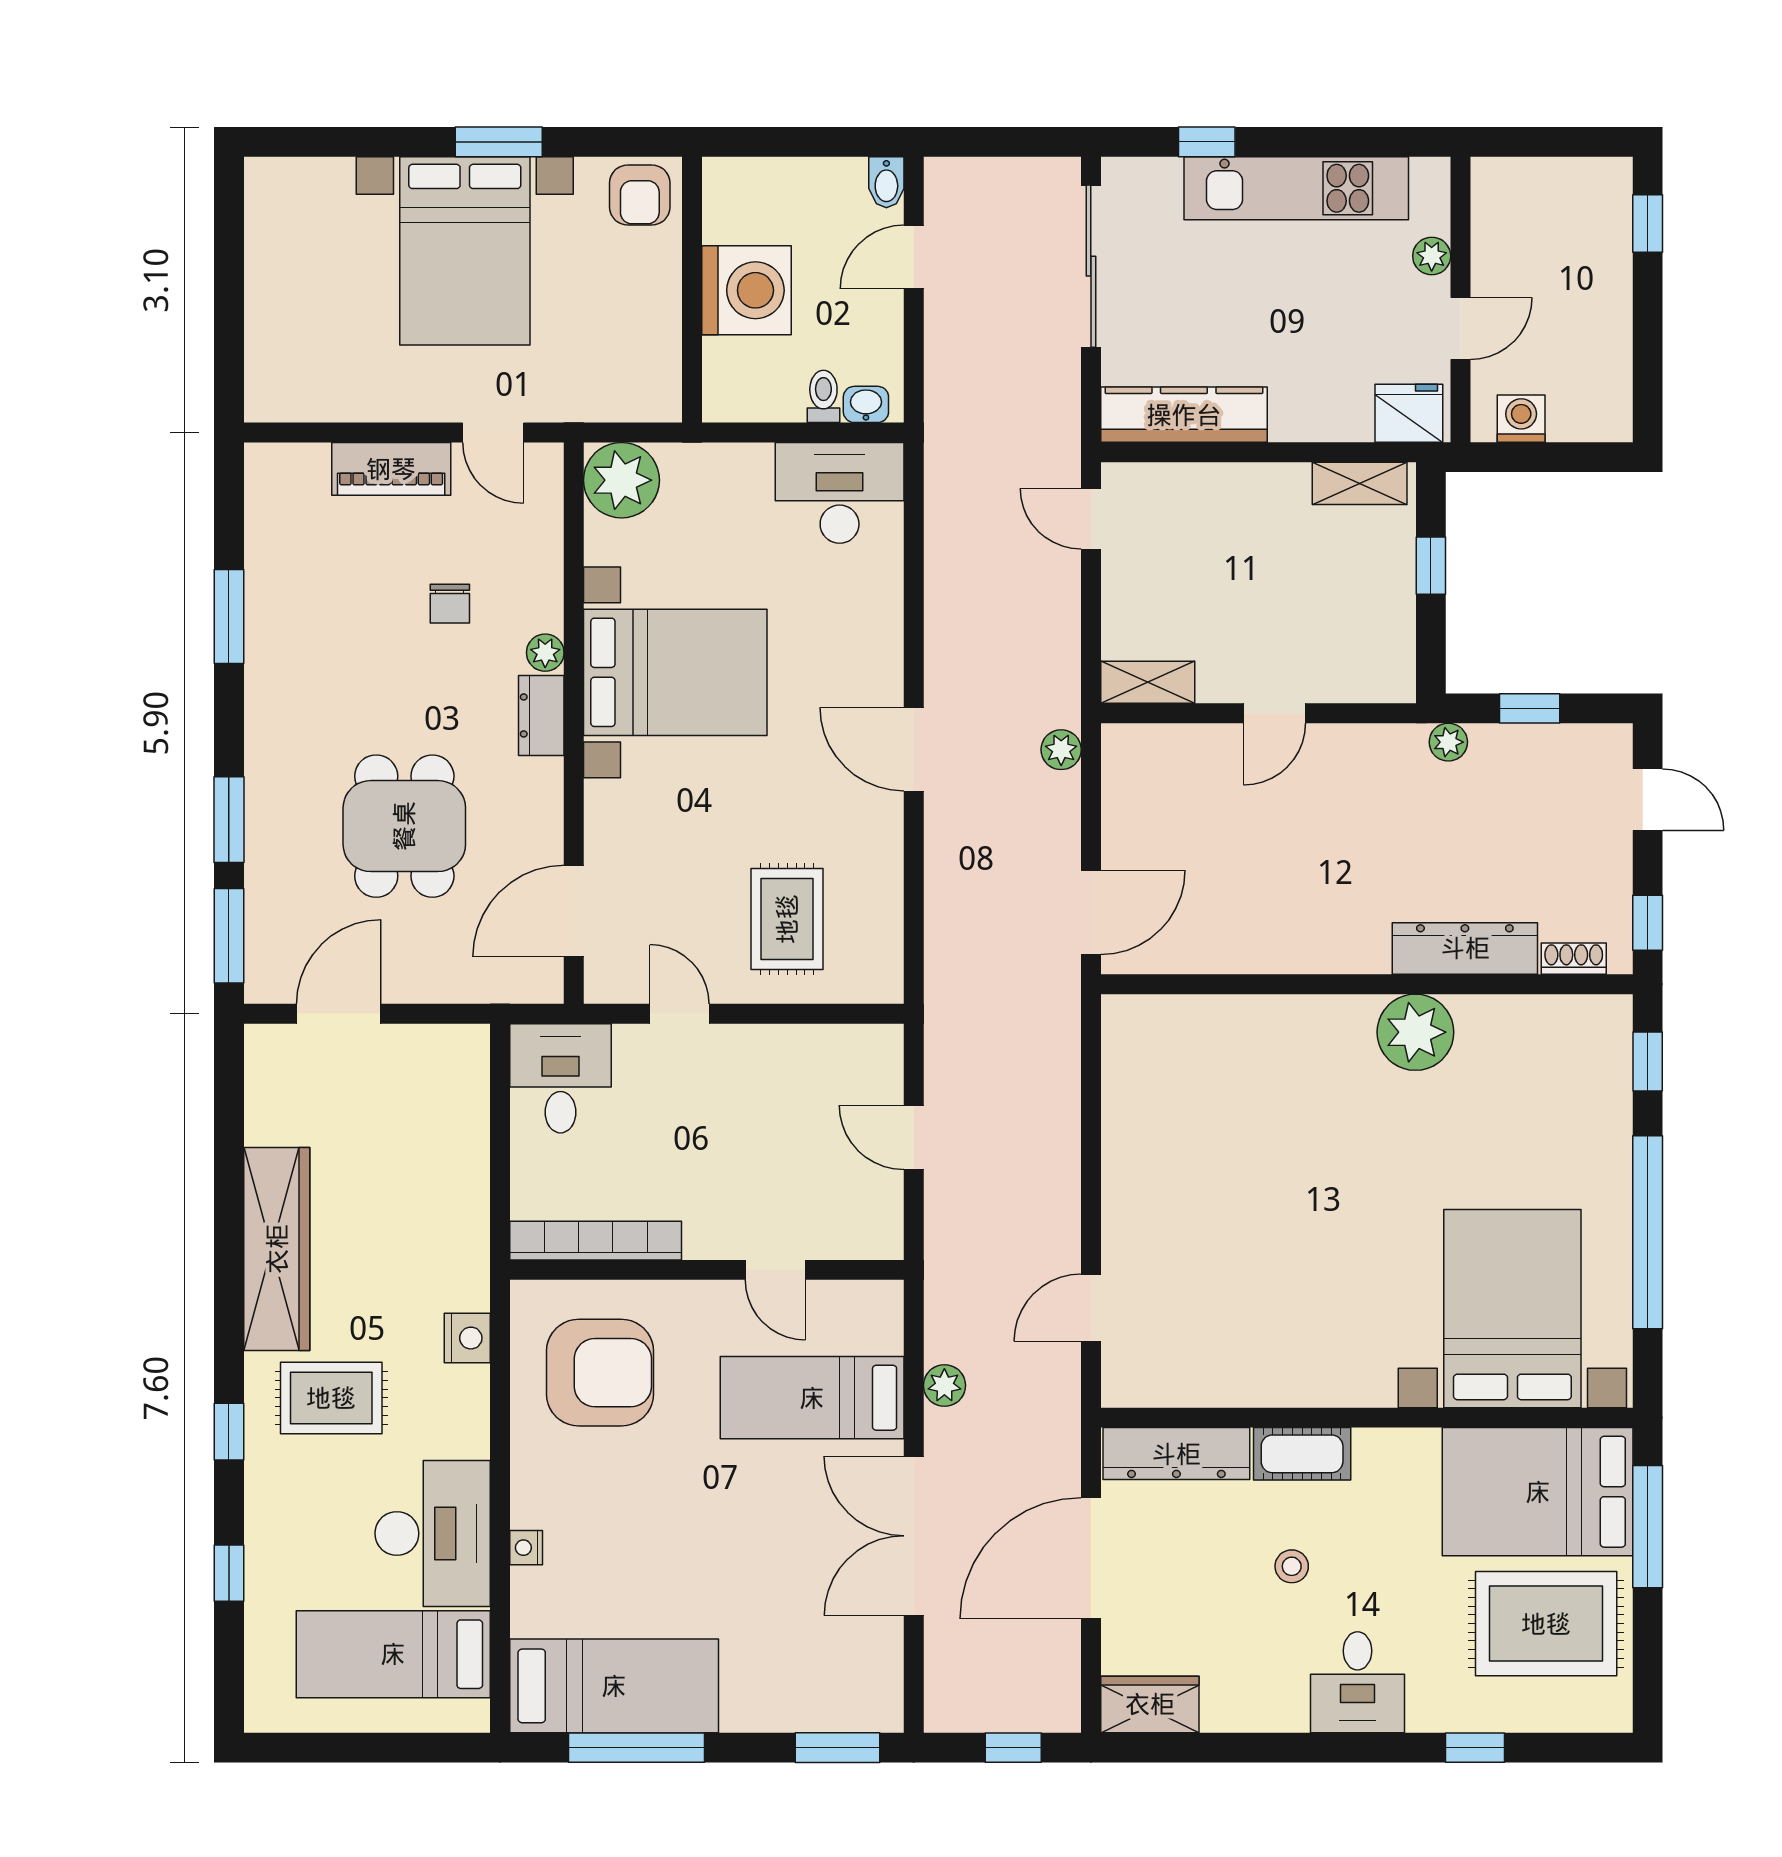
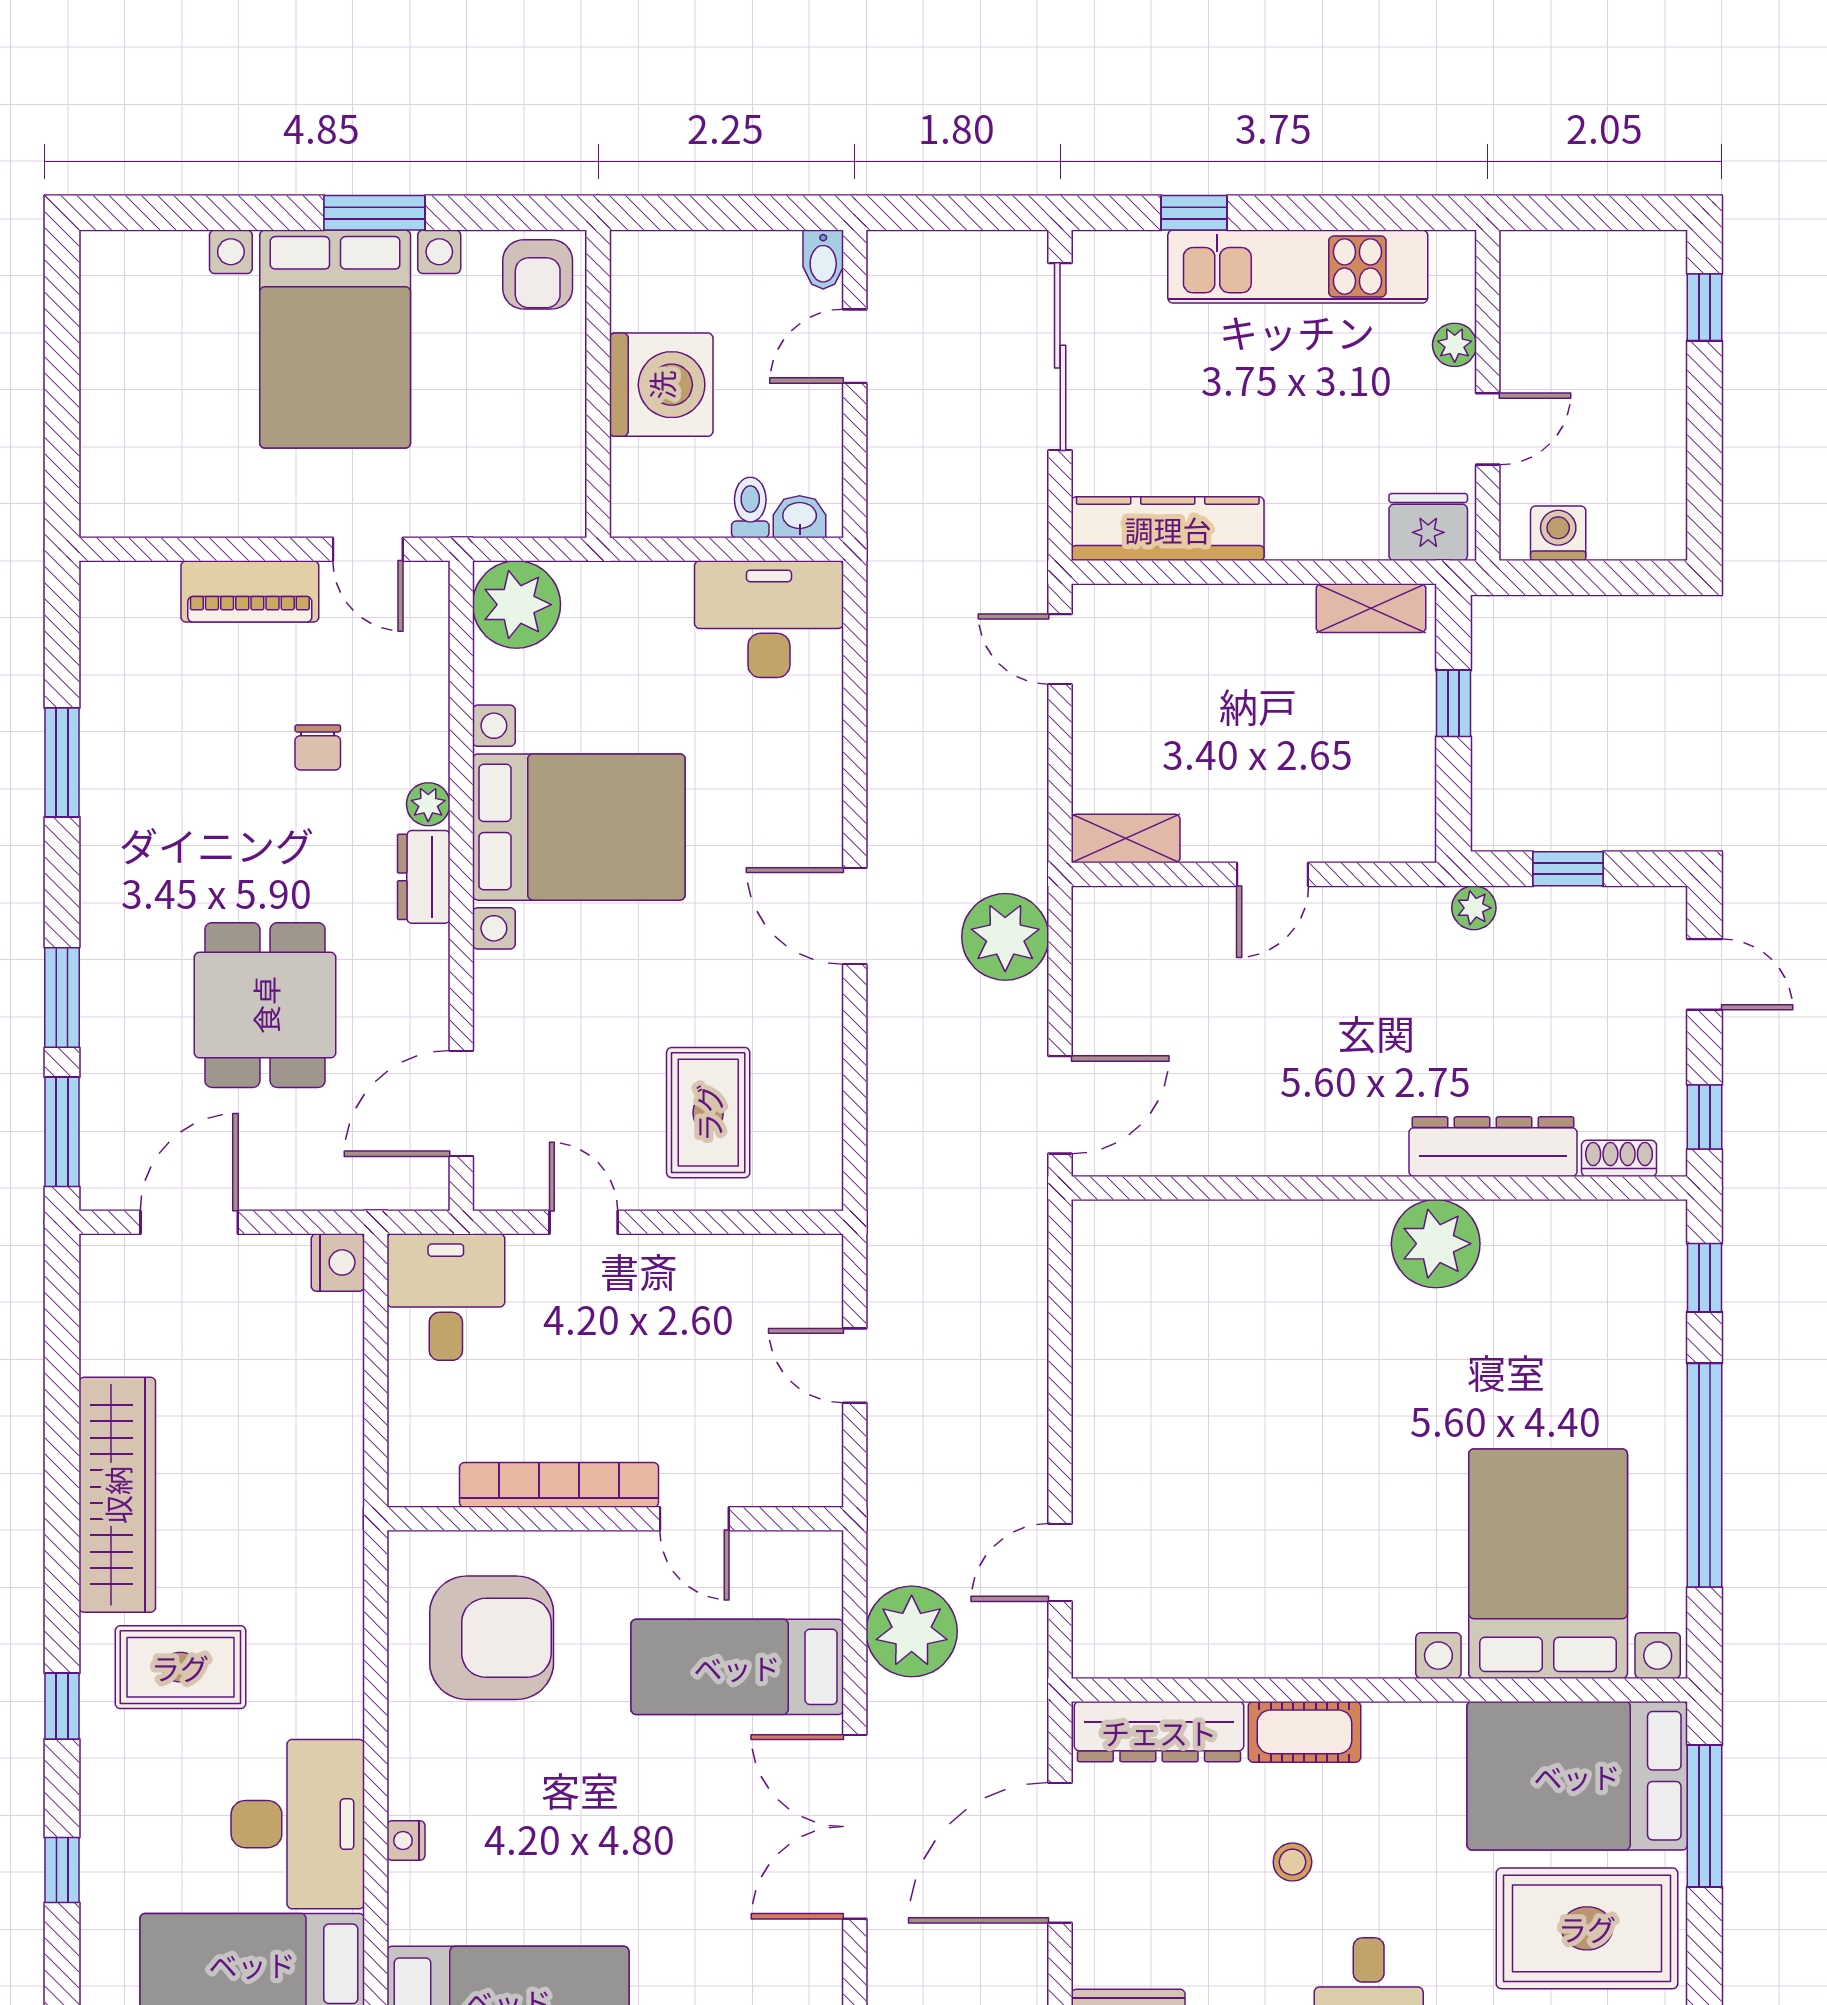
plant: (1061, 750) -> (1005, 937), width x1.87, depth x1.87
bookcase: (596, 1241) -> (559, 1485), moved
nightstand: (467, 1338) -> (338, 1262), moved
plant: (944, 1385) -> (912, 1631), width x1.88, depth x1.88

